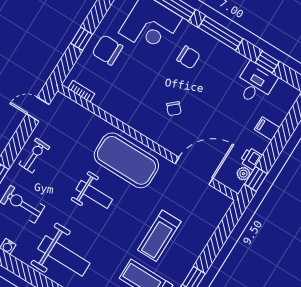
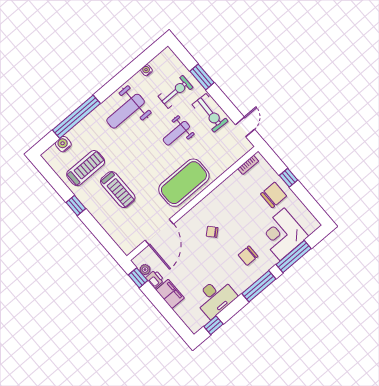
window: (267, 62) -> (213, 325), moved
desk: (255, 84) -> (215, 297), width x1.37
filing cabinet: (267, 129) -> (170, 294), width x2.00
exercise bike: (34, 156) -> (210, 113), width x1.38, depth x1.39
weight bench: (94, 194) -> (176, 133), moved
treadmill: (159, 236) -> (118, 190), turned 180

